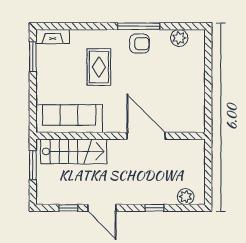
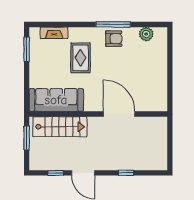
fireplace: (53, 37) -> (54, 33), moved
plant: (186, 197) -> (151, 164), removed

